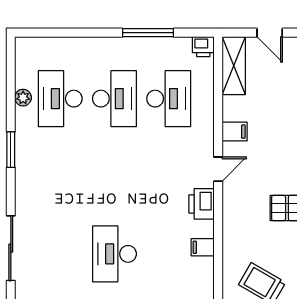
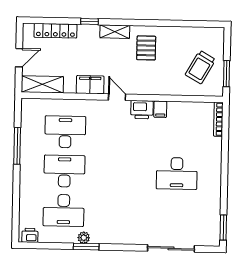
printer: (203, 47) -> (30, 235), moved, turned -90
plant: (23, 98) -> (84, 238), moved
filing cabinet: (235, 132) -> (90, 85), width x2.00
window: (11, 150) -> (86, 247), moved
filing cabinet: (203, 247) -> (160, 109), moved

